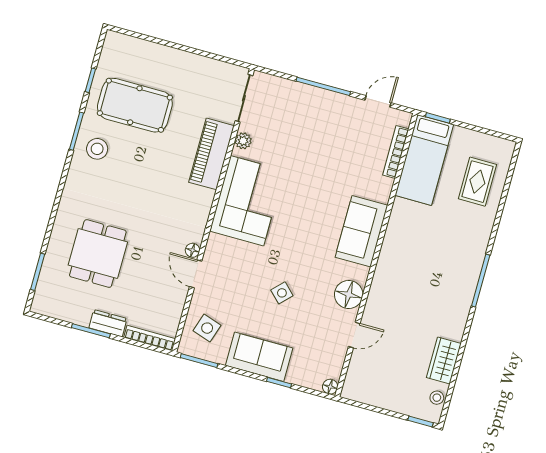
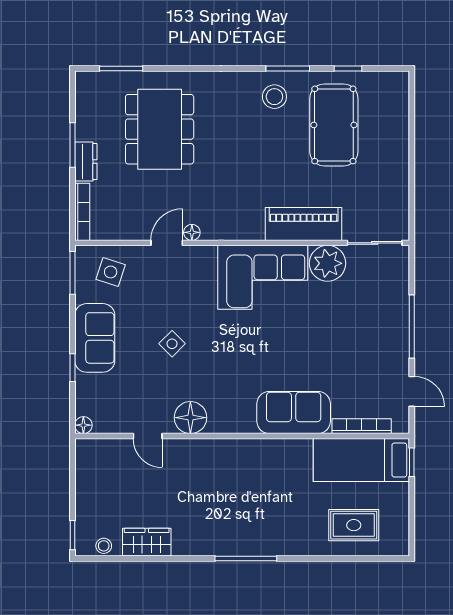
plant: (243, 141) -> (328, 263), width x1.87, depth x1.87
sofa: (361, 231) -> (294, 413), moved
dining table: (98, 254) -> (160, 129), width x1.38

